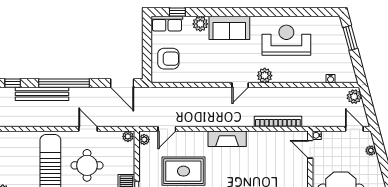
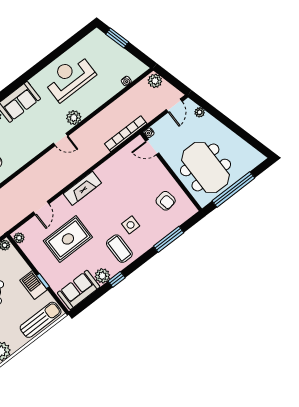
door: (240, 85) -> (61, 140), hinge flipped
bookcase: (278, 122) -> (126, 134), moved
door: (167, 129) -> (41, 208), moved
door: (354, 129) -> (174, 106), swing flipped

